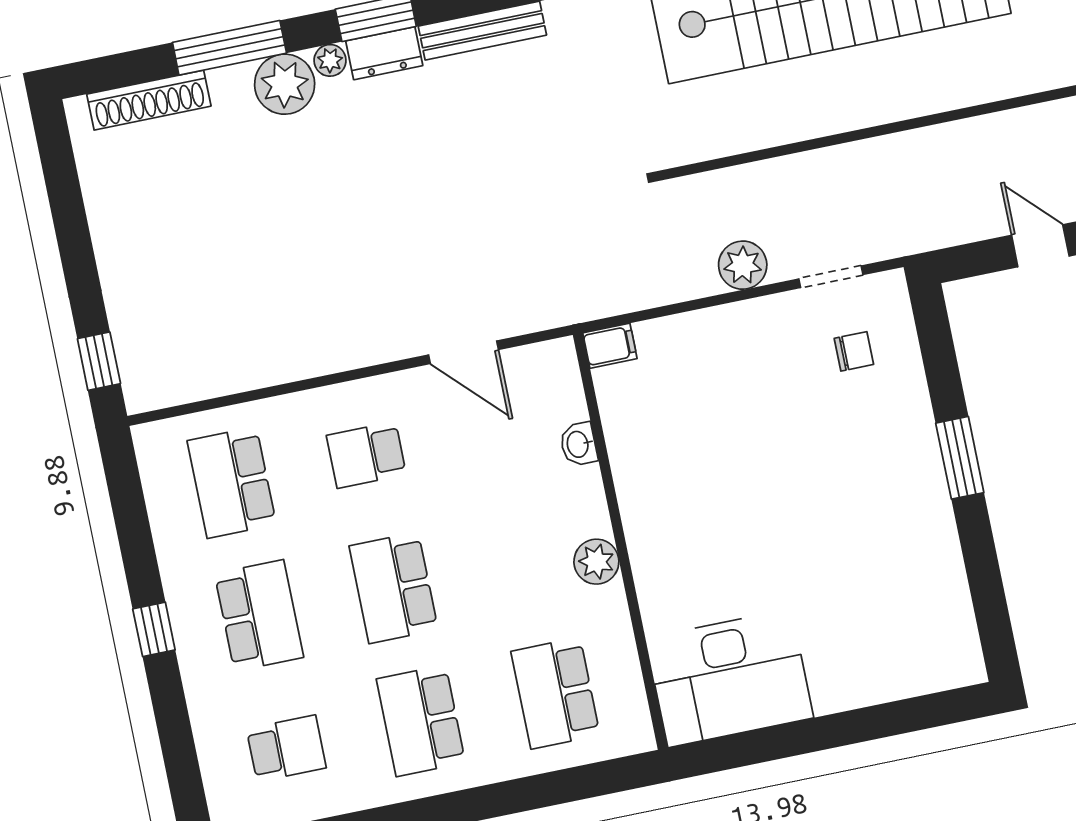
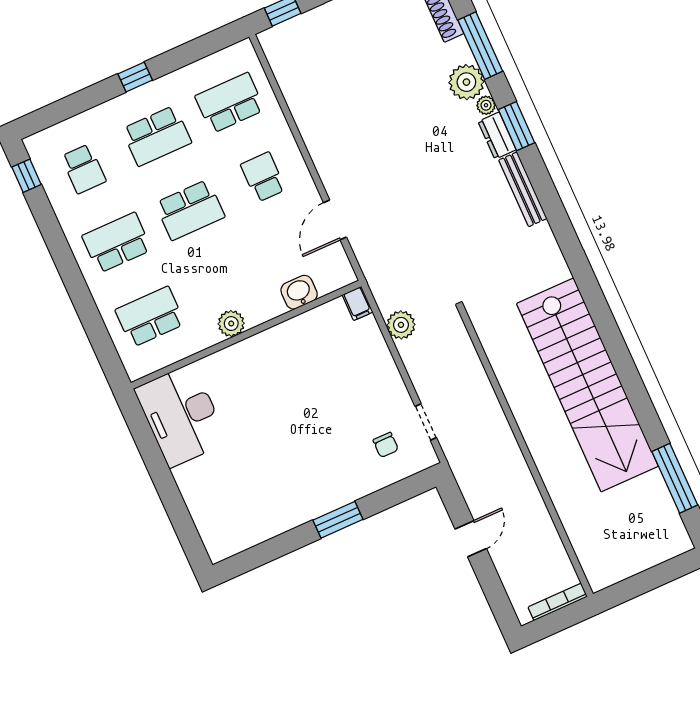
plant: (743, 265) -> (401, 325), moved
washbasin: (579, 444) -> (299, 292), width x1.38, depth x1.45
school desk: (394, 588) -> (190, 210), turned 180

